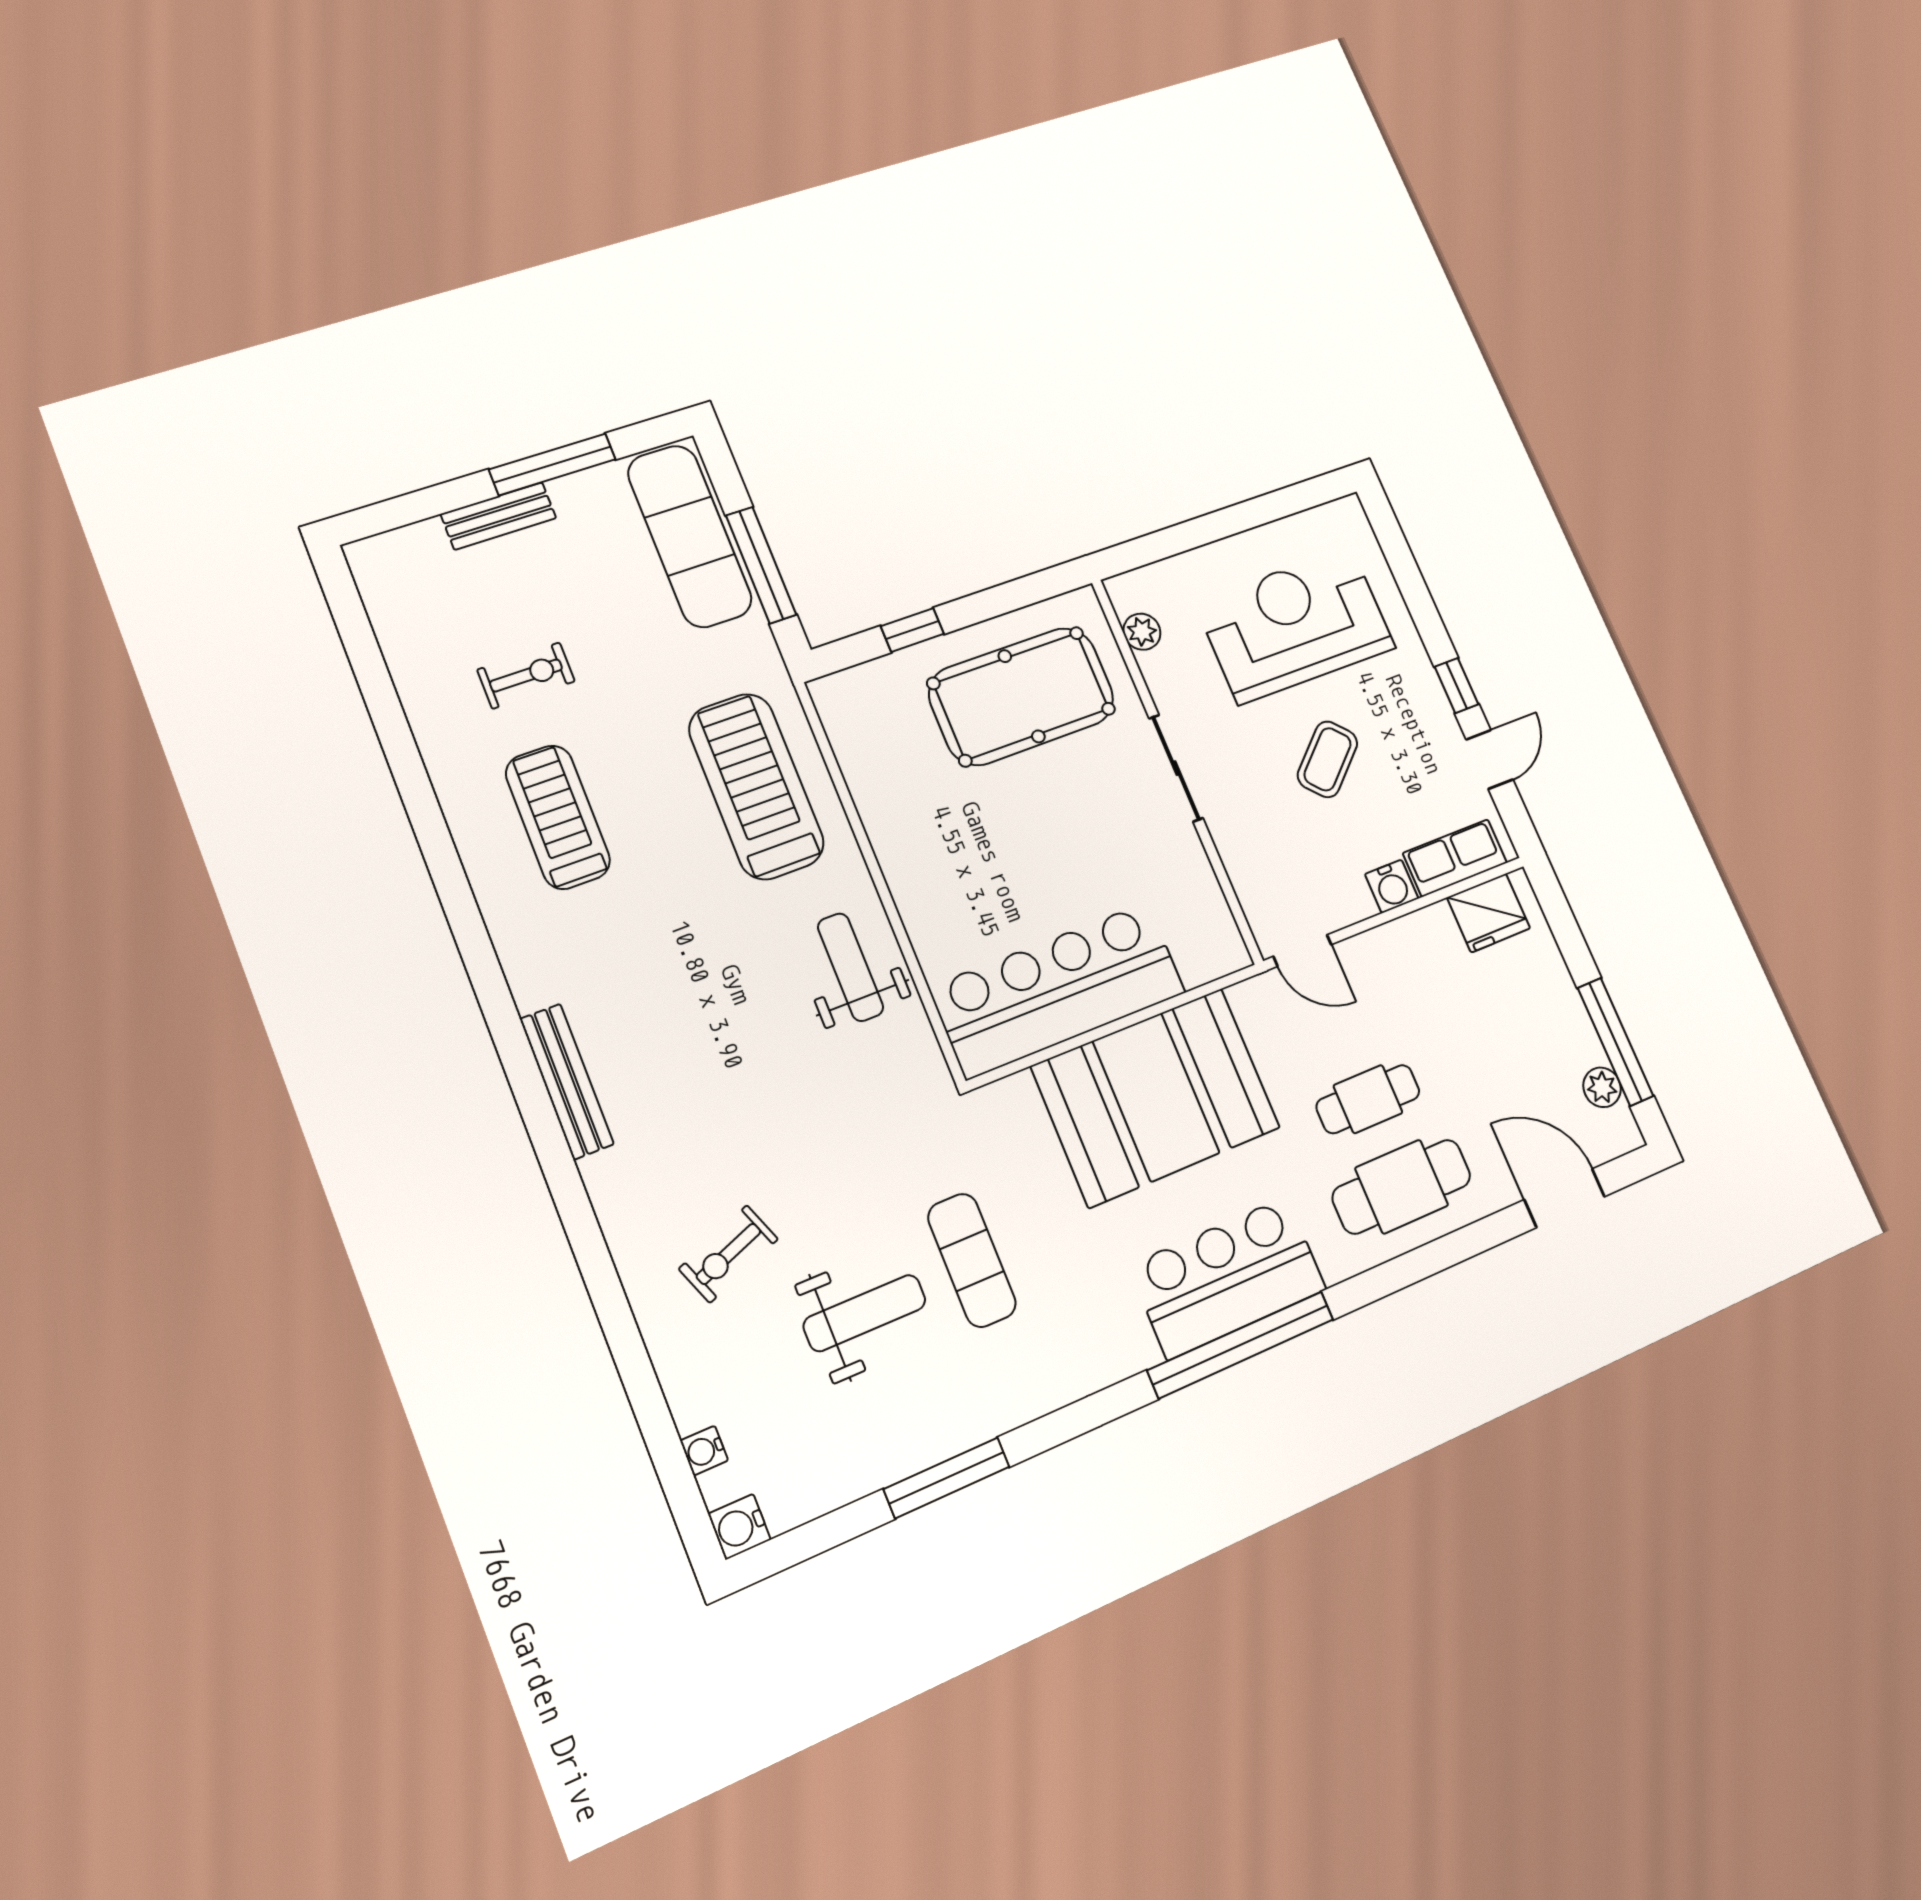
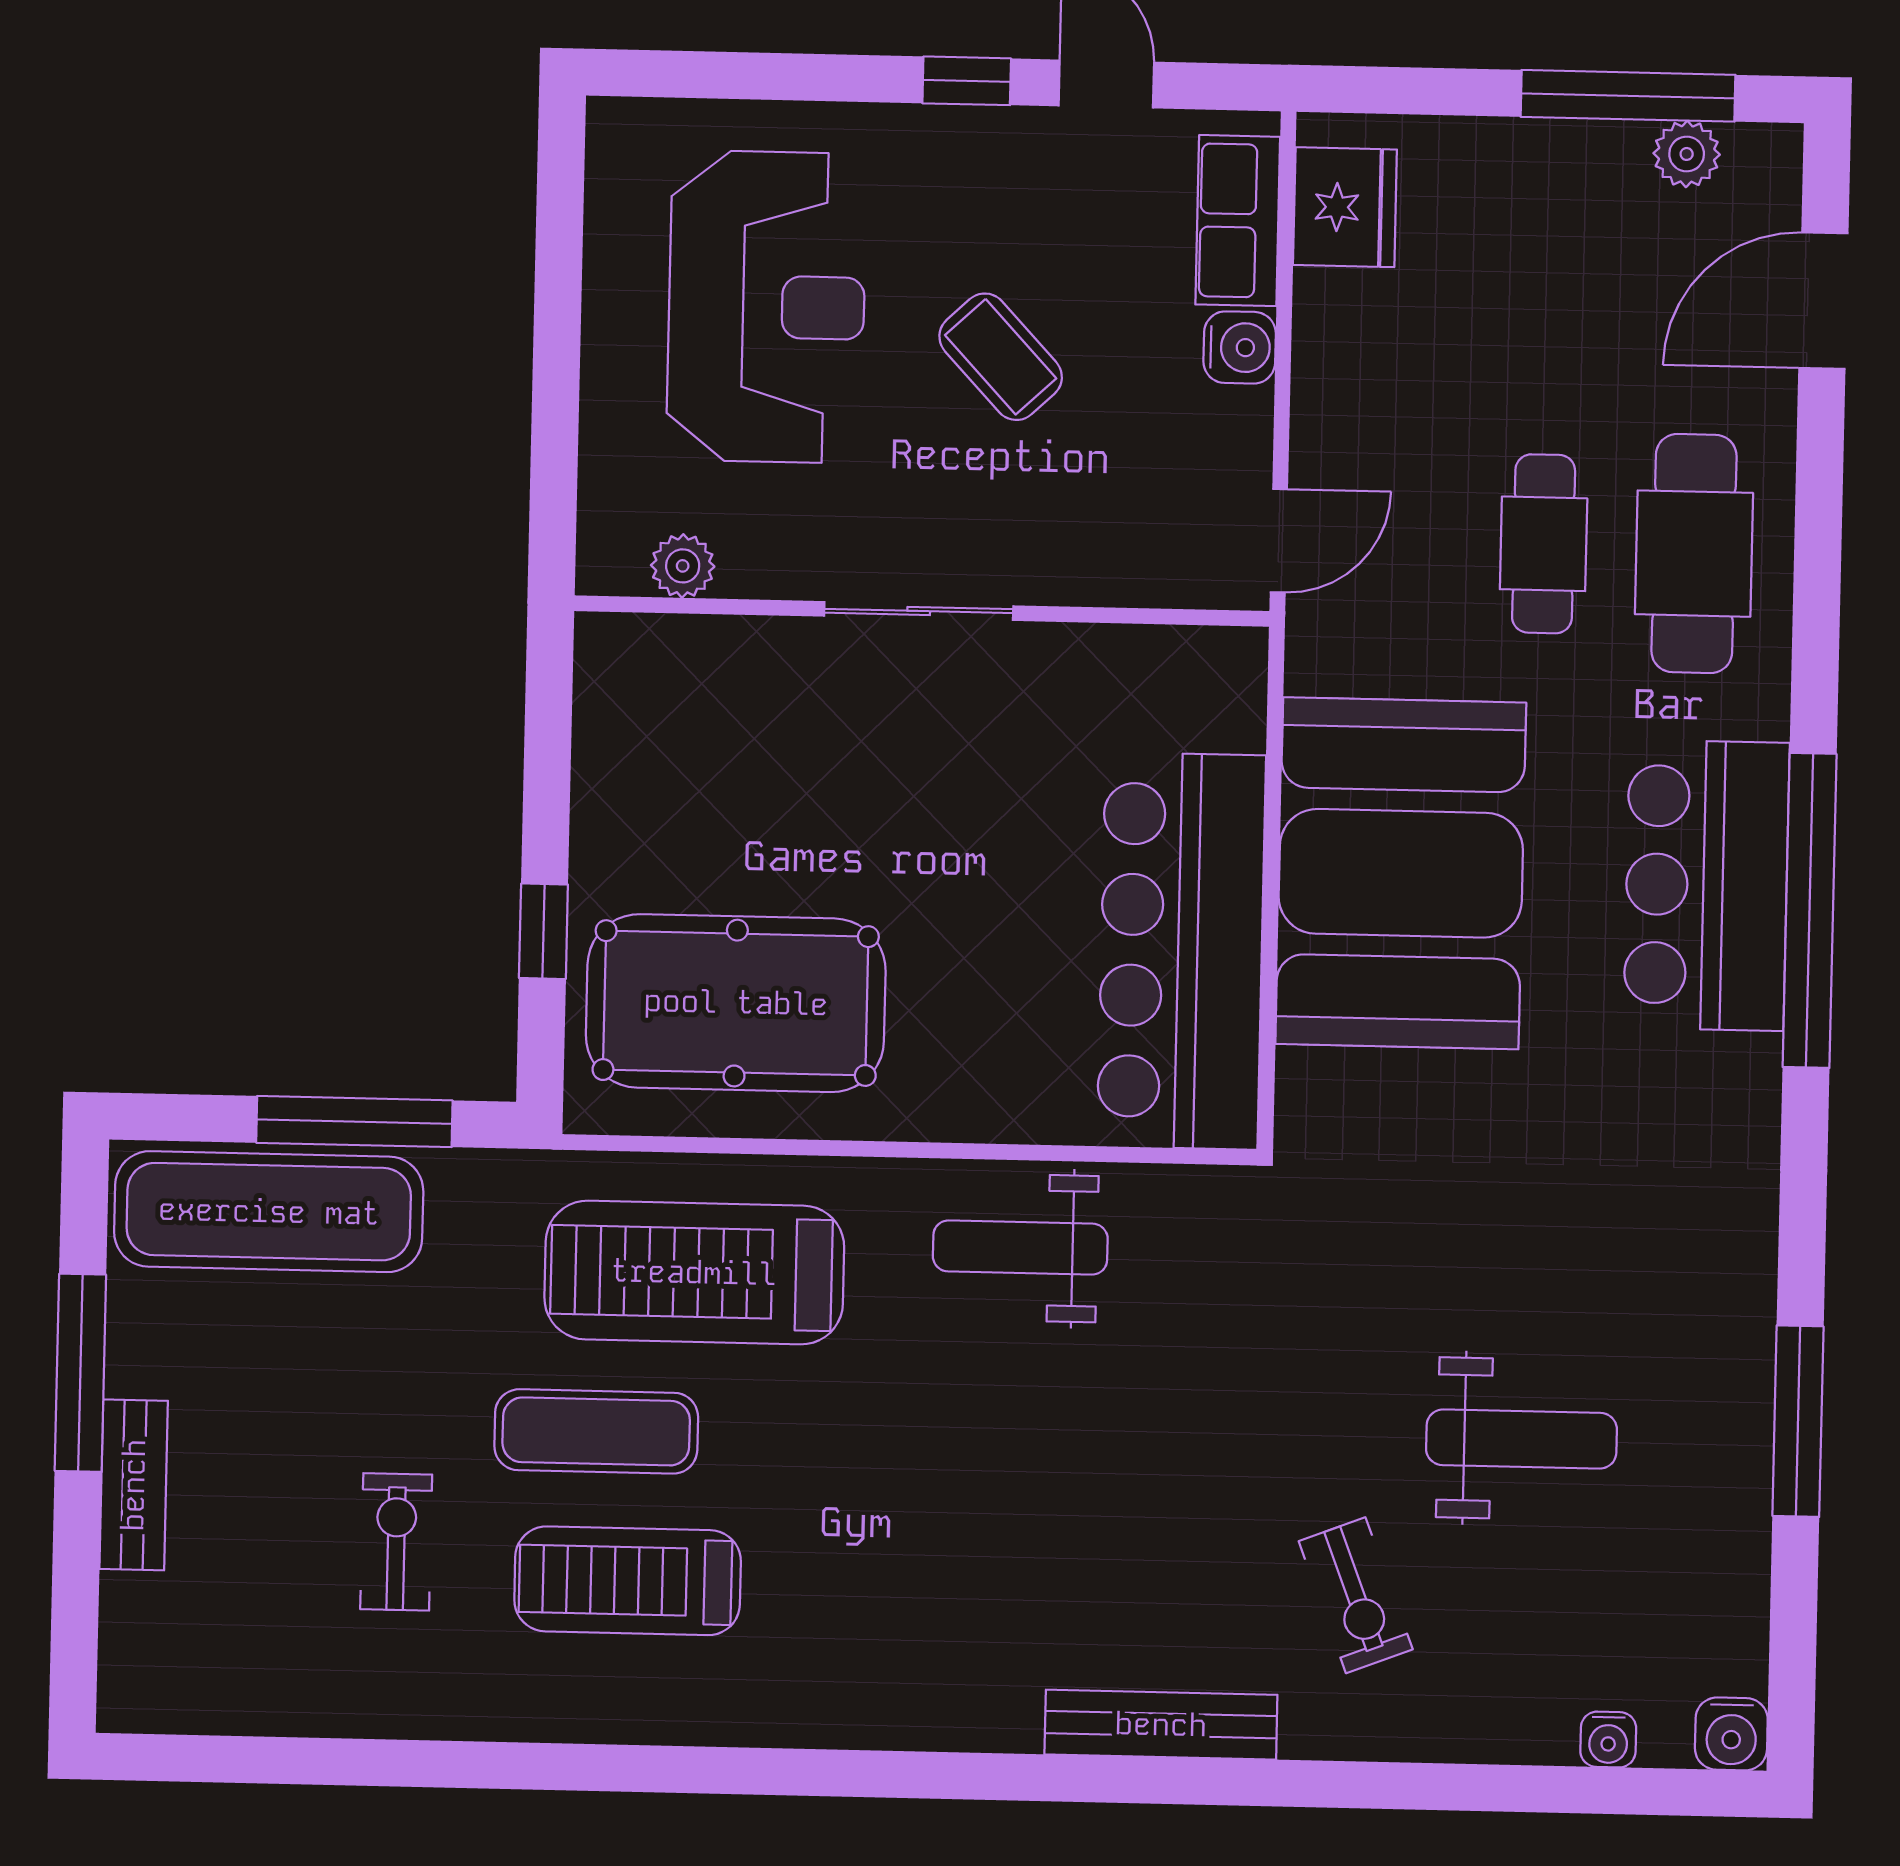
reception desk: (1295, 625) -> (767, 307), turned 180
pool table: (1022, 696) -> (736, 1003), moved, turned 90
bench: (567, 1081) -> (1161, 1725), moved
exercise mat: (972, 1260) -> (596, 1431), moved
weight bench: (865, 1313) -> (1521, 1439), turned 90

